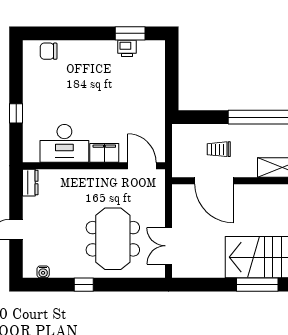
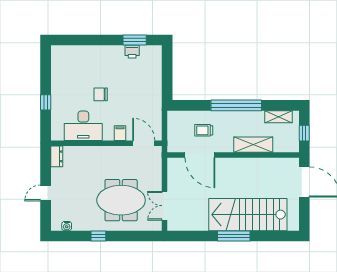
chair: (49, 51) -> (101, 94), moved
filing cabinet: (104, 153) -> (120, 133), width x0.50
meeting table: (113, 239) -> (121, 200), turned 90

